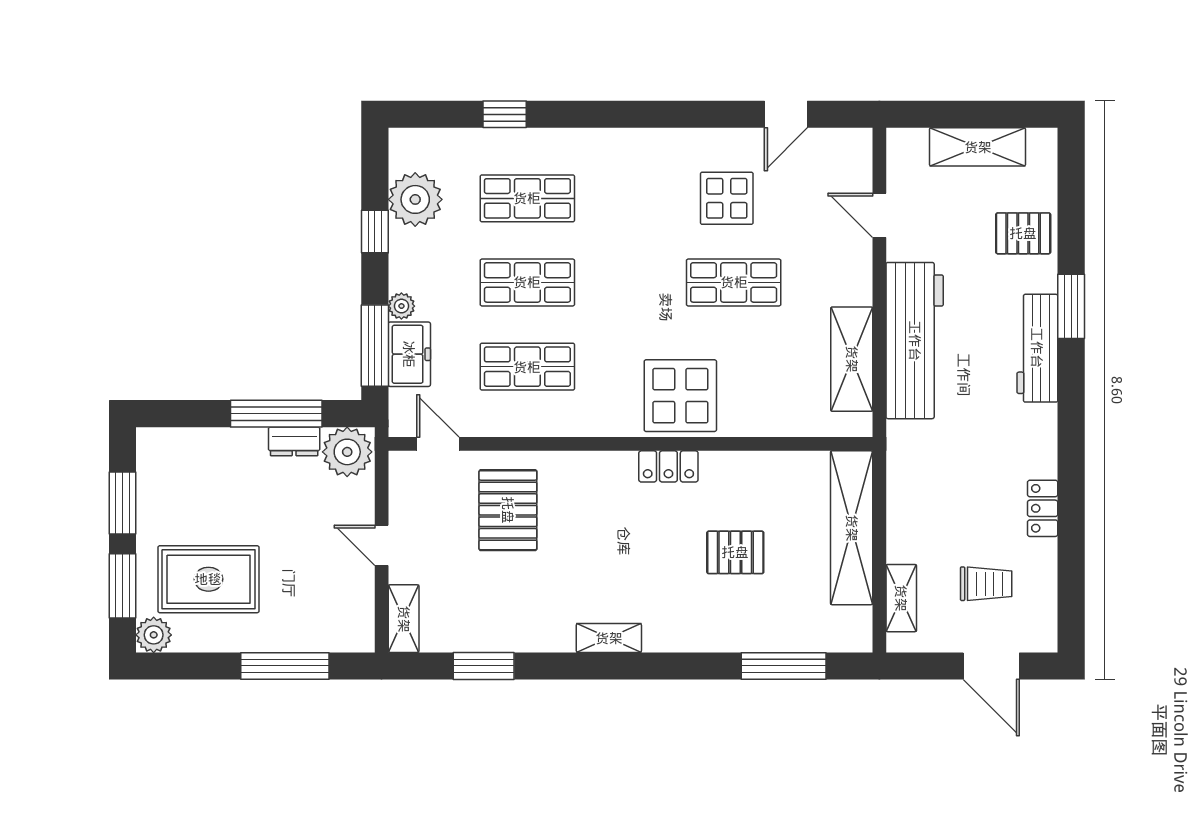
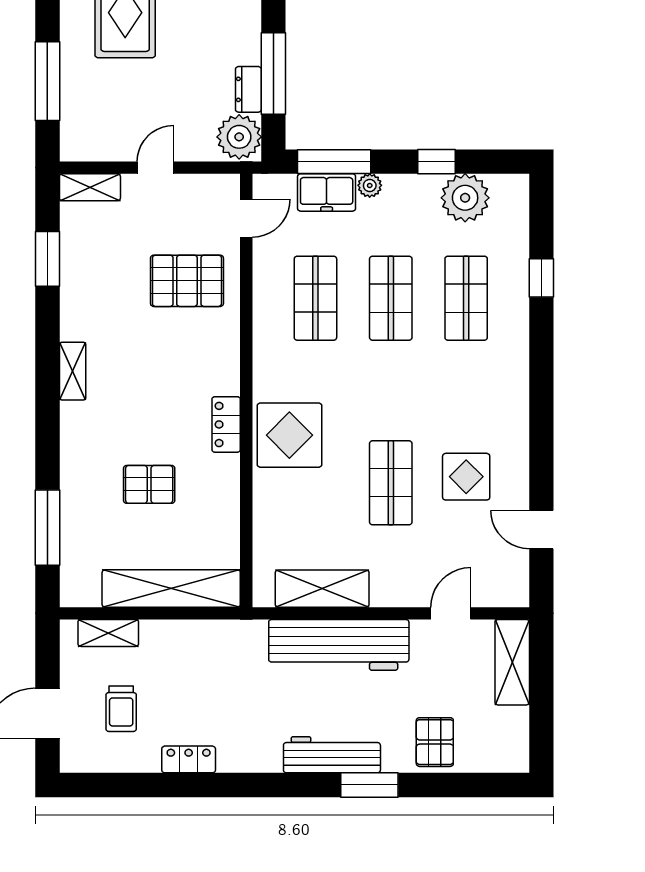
shelving: (978, 147) -> (512, 662), moved
pallet: (735, 552) -> (149, 484), turned 90

